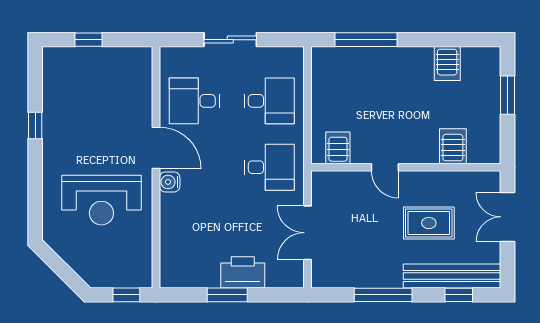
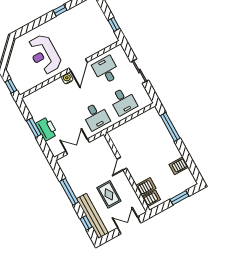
window: (89, 40) -> (114, 24), moved
server rack: (338, 148) -> (151, 198), moved

